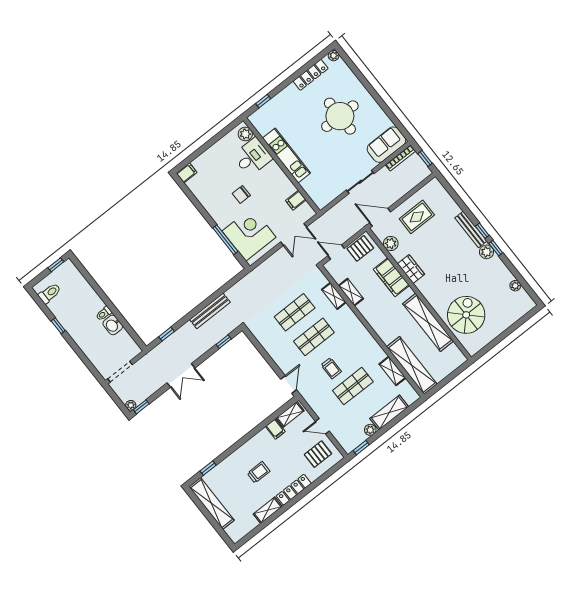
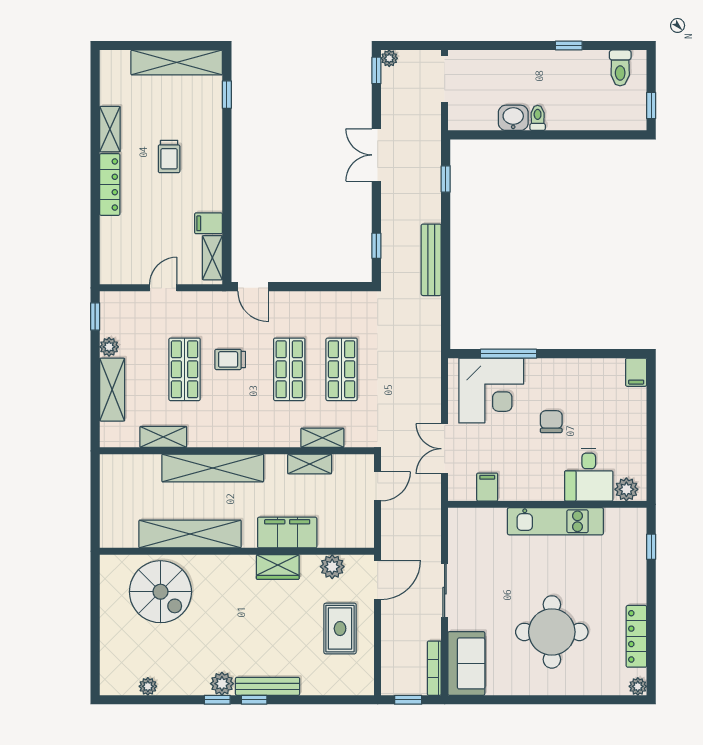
pallet: (360, 248) -> (357, 522), removed
shelving: (412, 365) -> (213, 468), moved
pallet: (318, 454) -> (131, 253), removed

